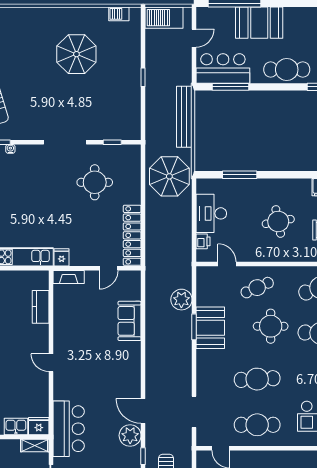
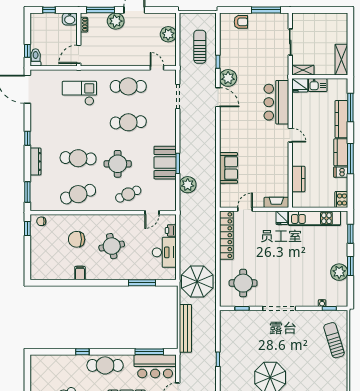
round table: (95, 182) -> (243, 283), moved
door: (227, 264) -> (152, 213), hinge flipped
bar counter: (69, 429) -> (276, 102), moved

